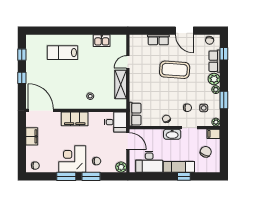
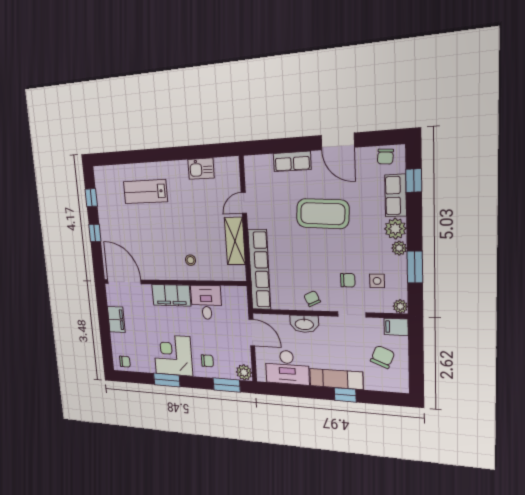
row of seats: (135, 114) -> (259, 270), width x2.02
desk: (116, 122) -> (206, 302), moved, turned -90
washbasin: (172, 134) -> (304, 324), moved
window: (91, 176) -> (227, 385), moved

